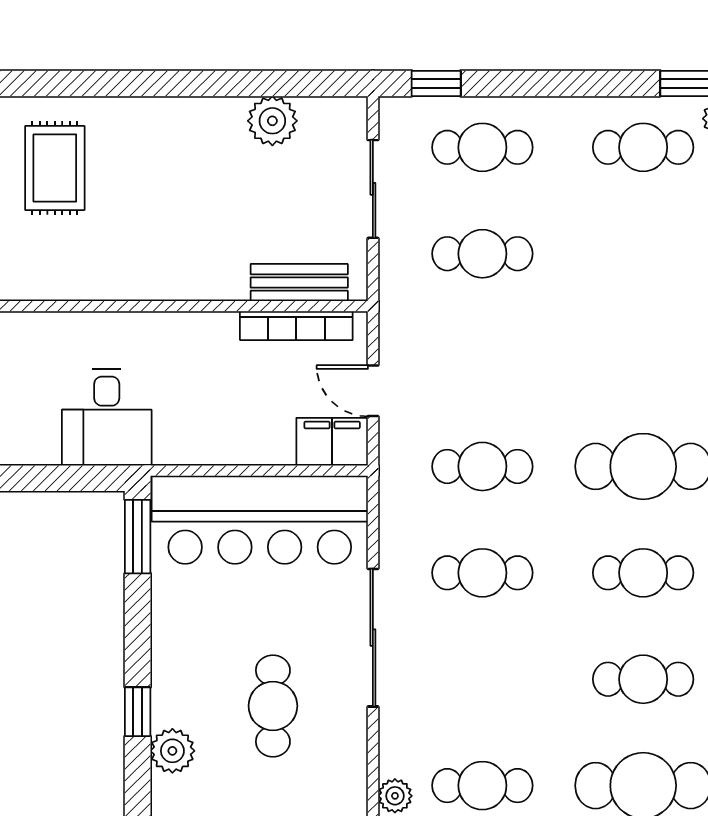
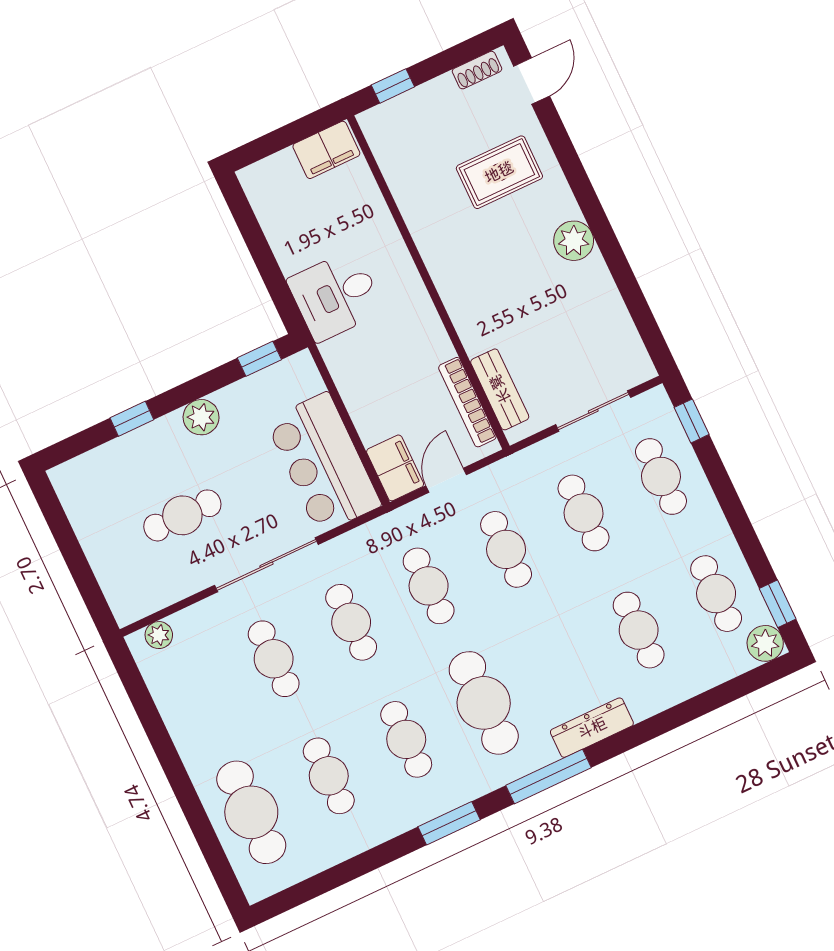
plant: (272, 121) -> (574, 241), moved
cafe table: (643, 254) -> (639, 630), added
cafe table: (482, 360) -> (506, 549), added
bar counter: (260, 520) -> (323, 463), width x0.73
window: (138, 537) -> (259, 359), width x0.67
plant: (172, 751) -> (201, 417), moved
cafe table: (482, 786) -> (274, 659), moved

